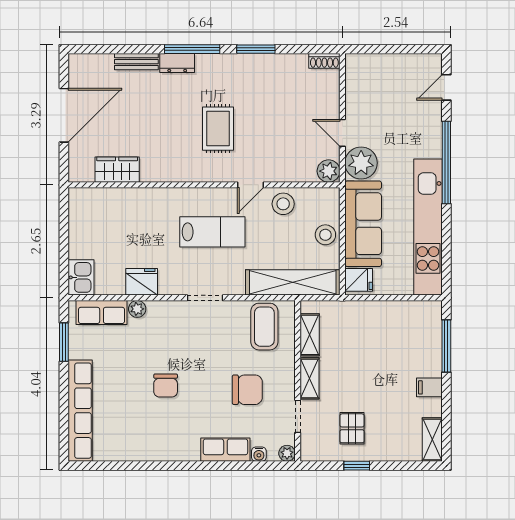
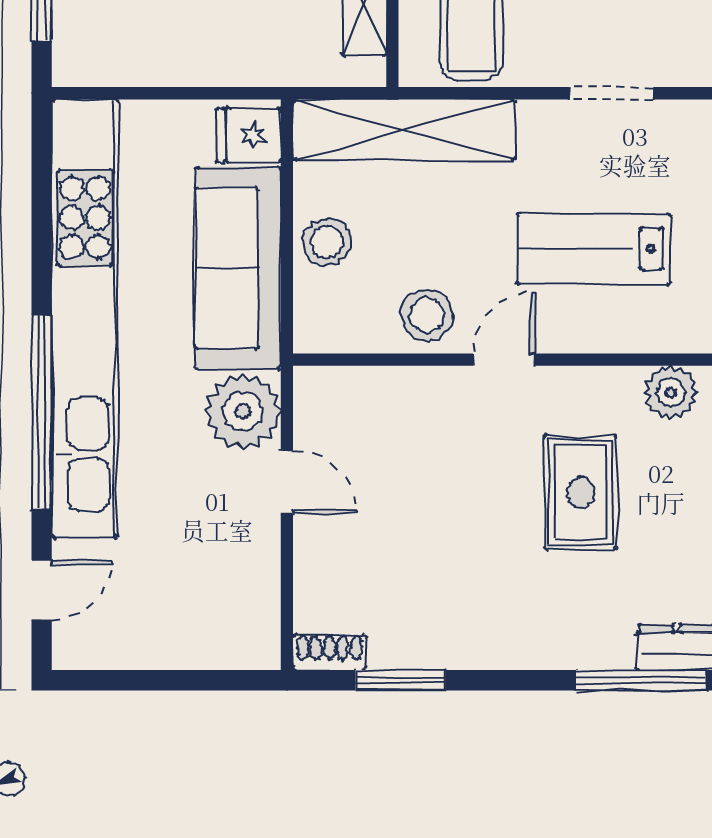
window: (256, 49) -> (400, 680), moved
plant: (329, 171) -> (671, 392), moved
kitchen unit: (428, 227) -> (85, 318), width x1.36

